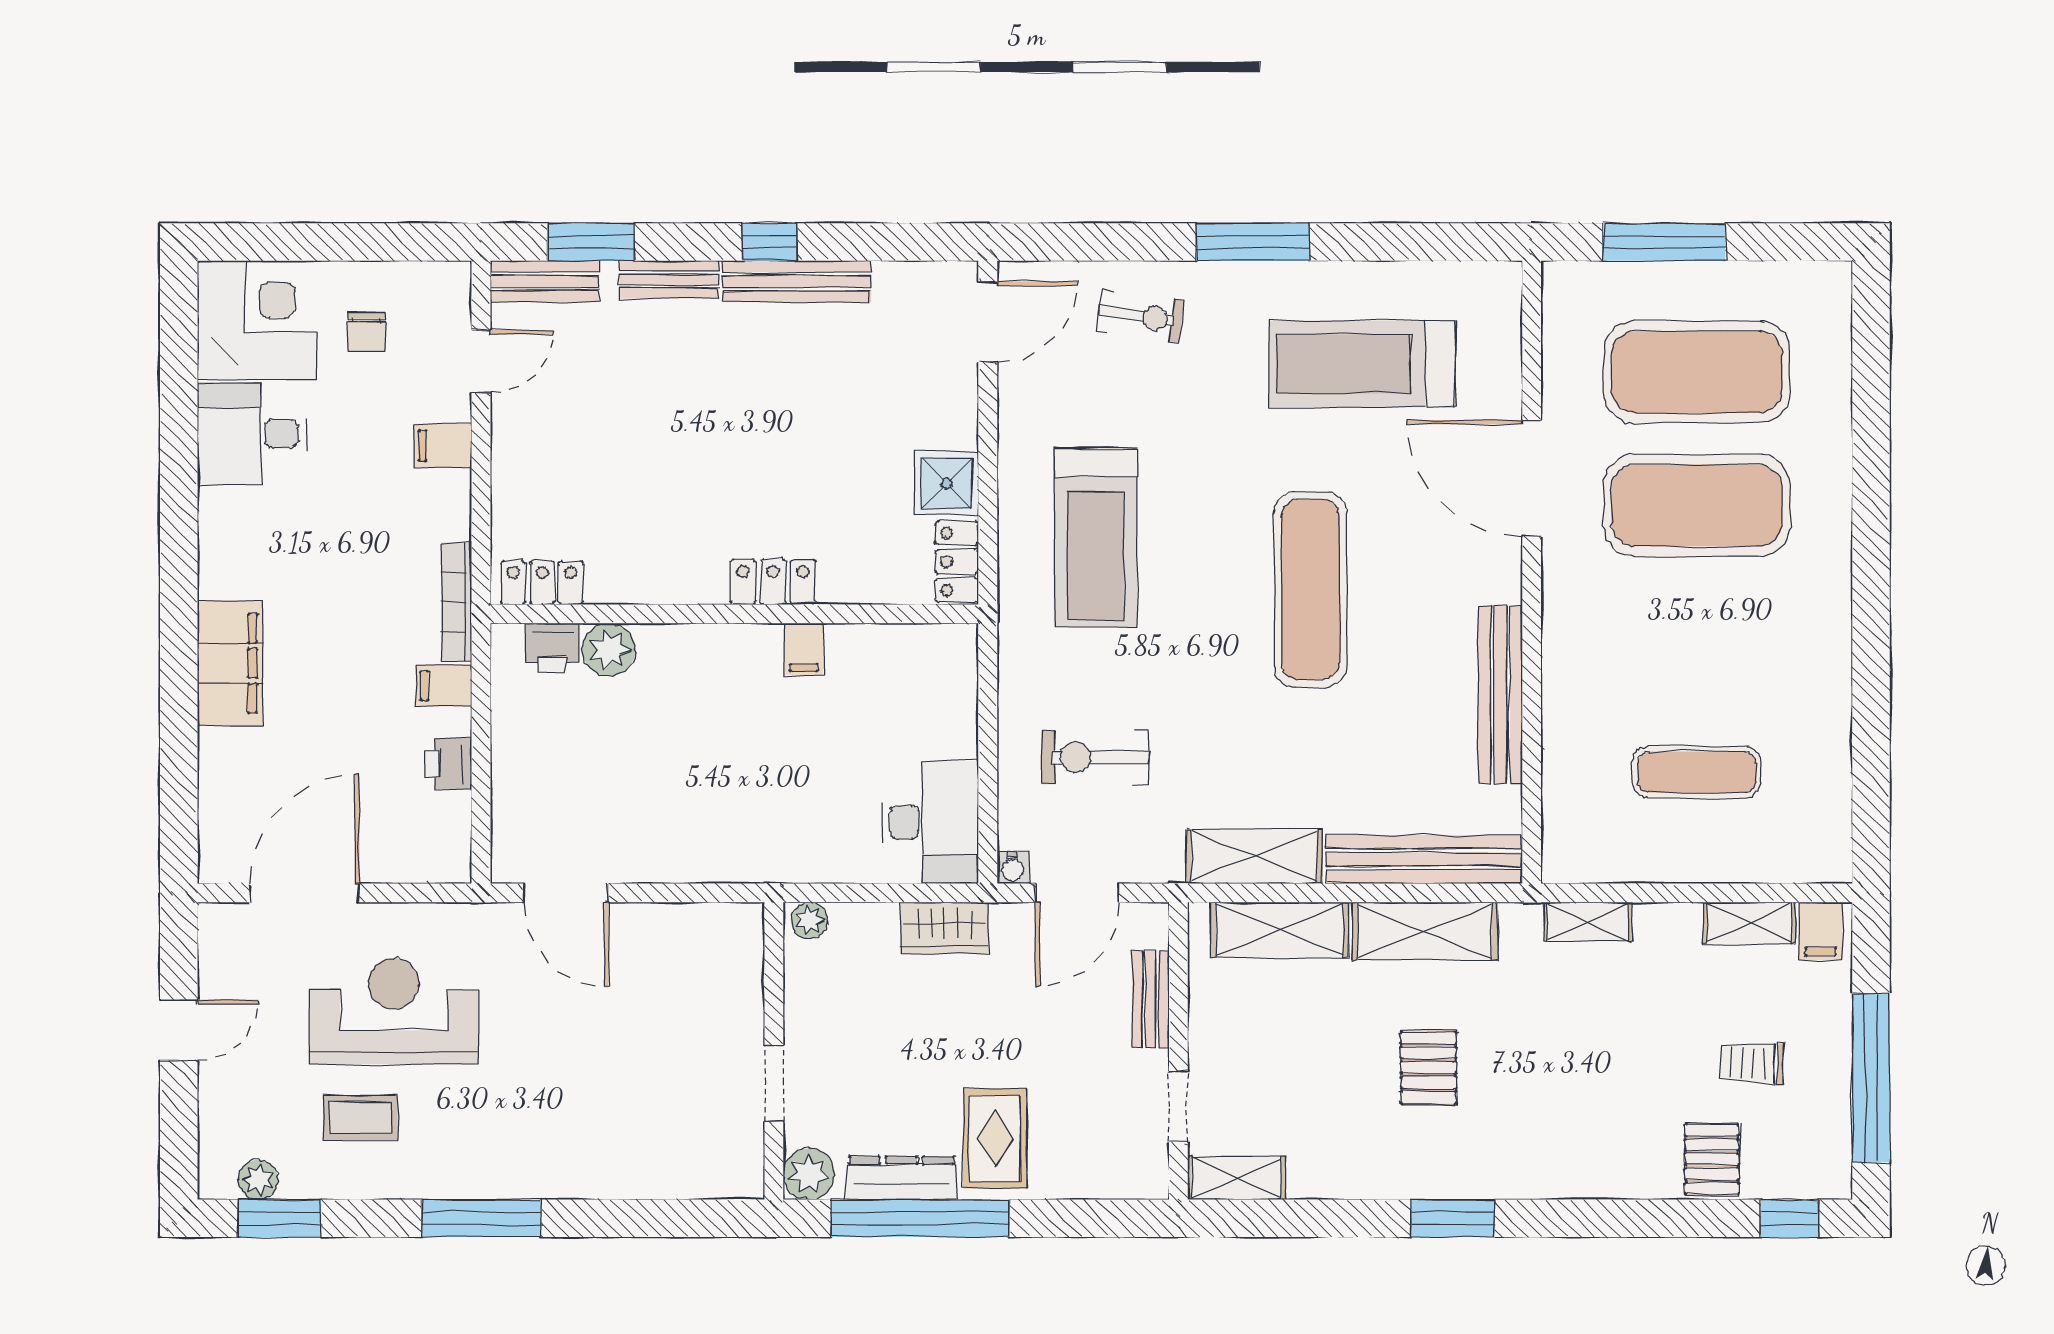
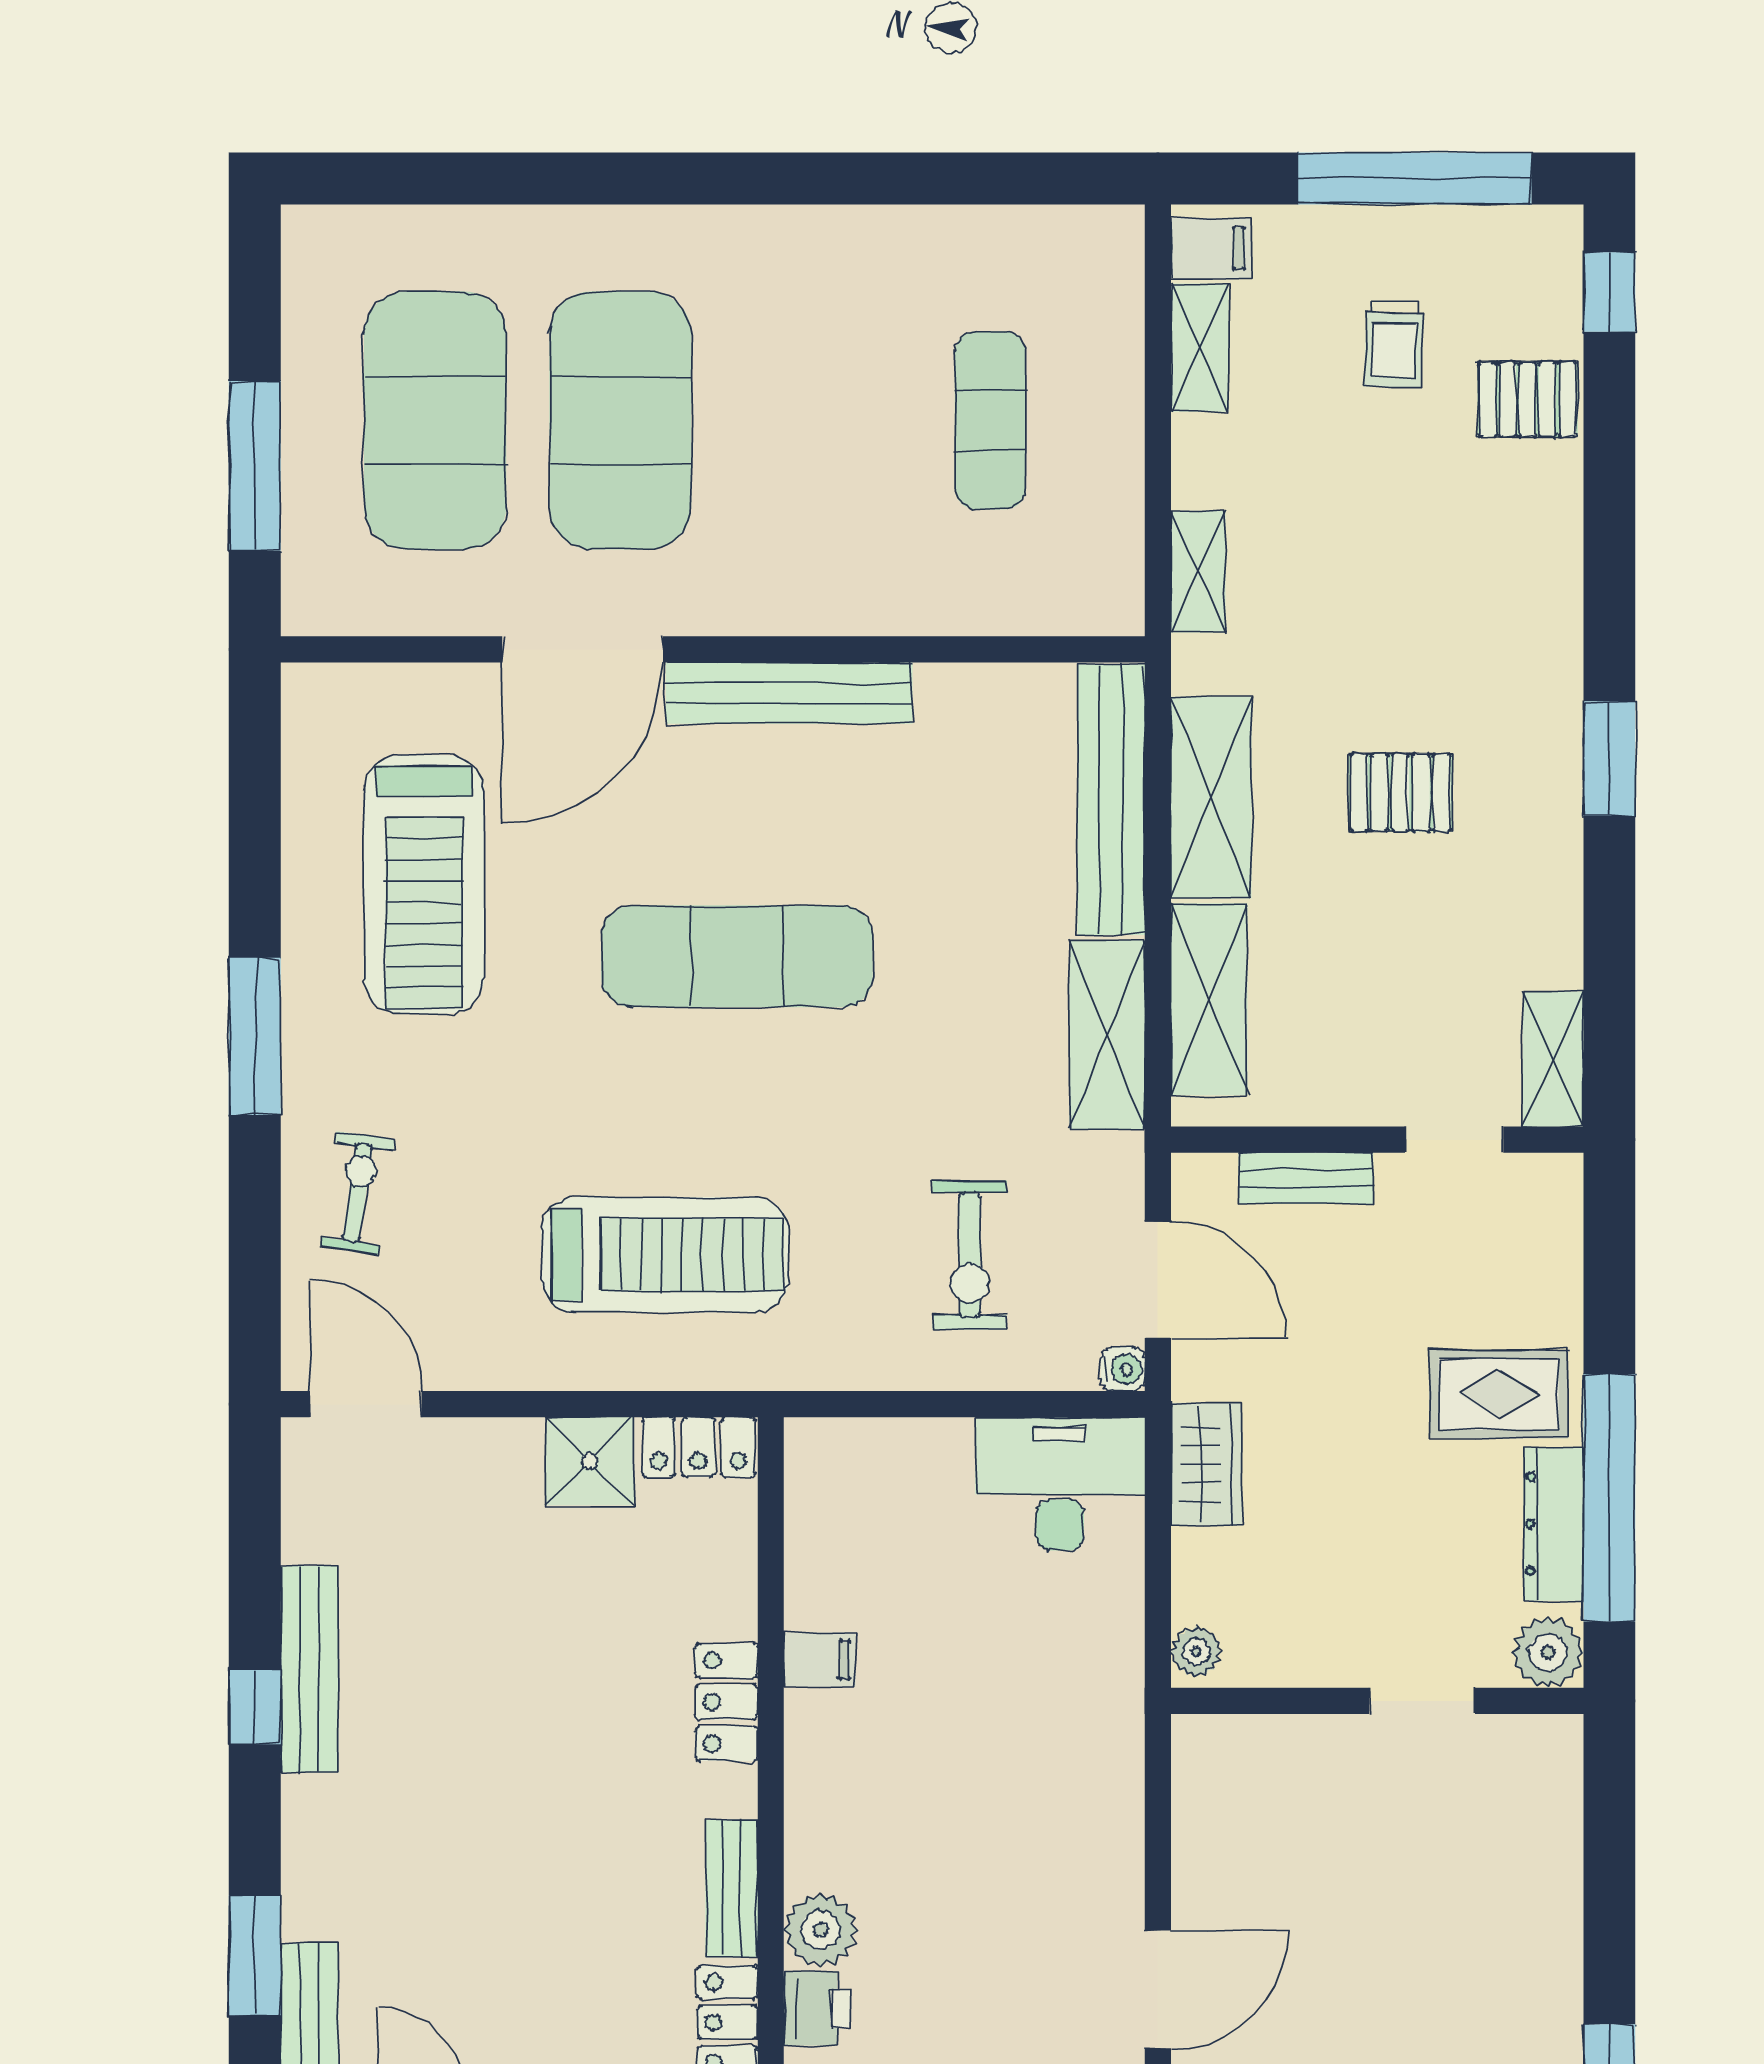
bench: (669, 279) -> (732, 1888), moved
bench: (1500, 695) -> (789, 693), moved

